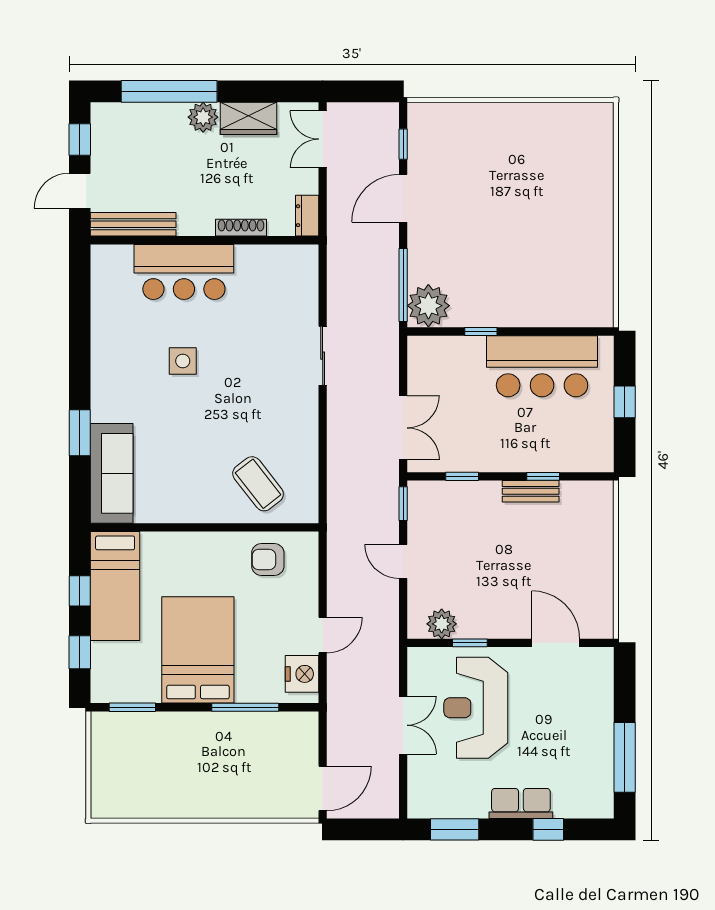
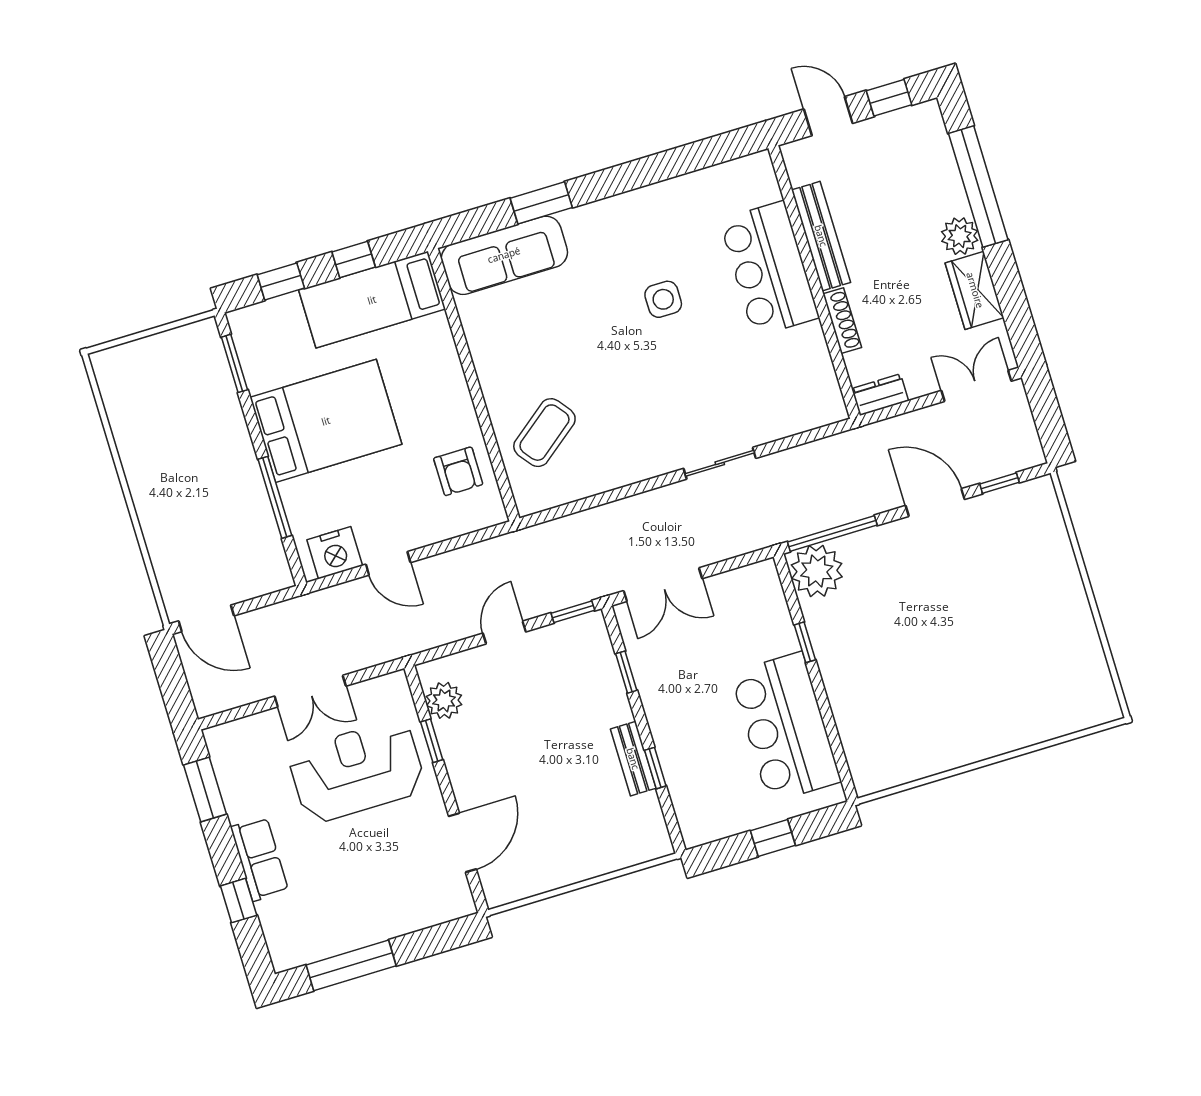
bench: (133, 224) -> (821, 236), moved
armchair: (268, 559) -> (458, 471), turned 180

